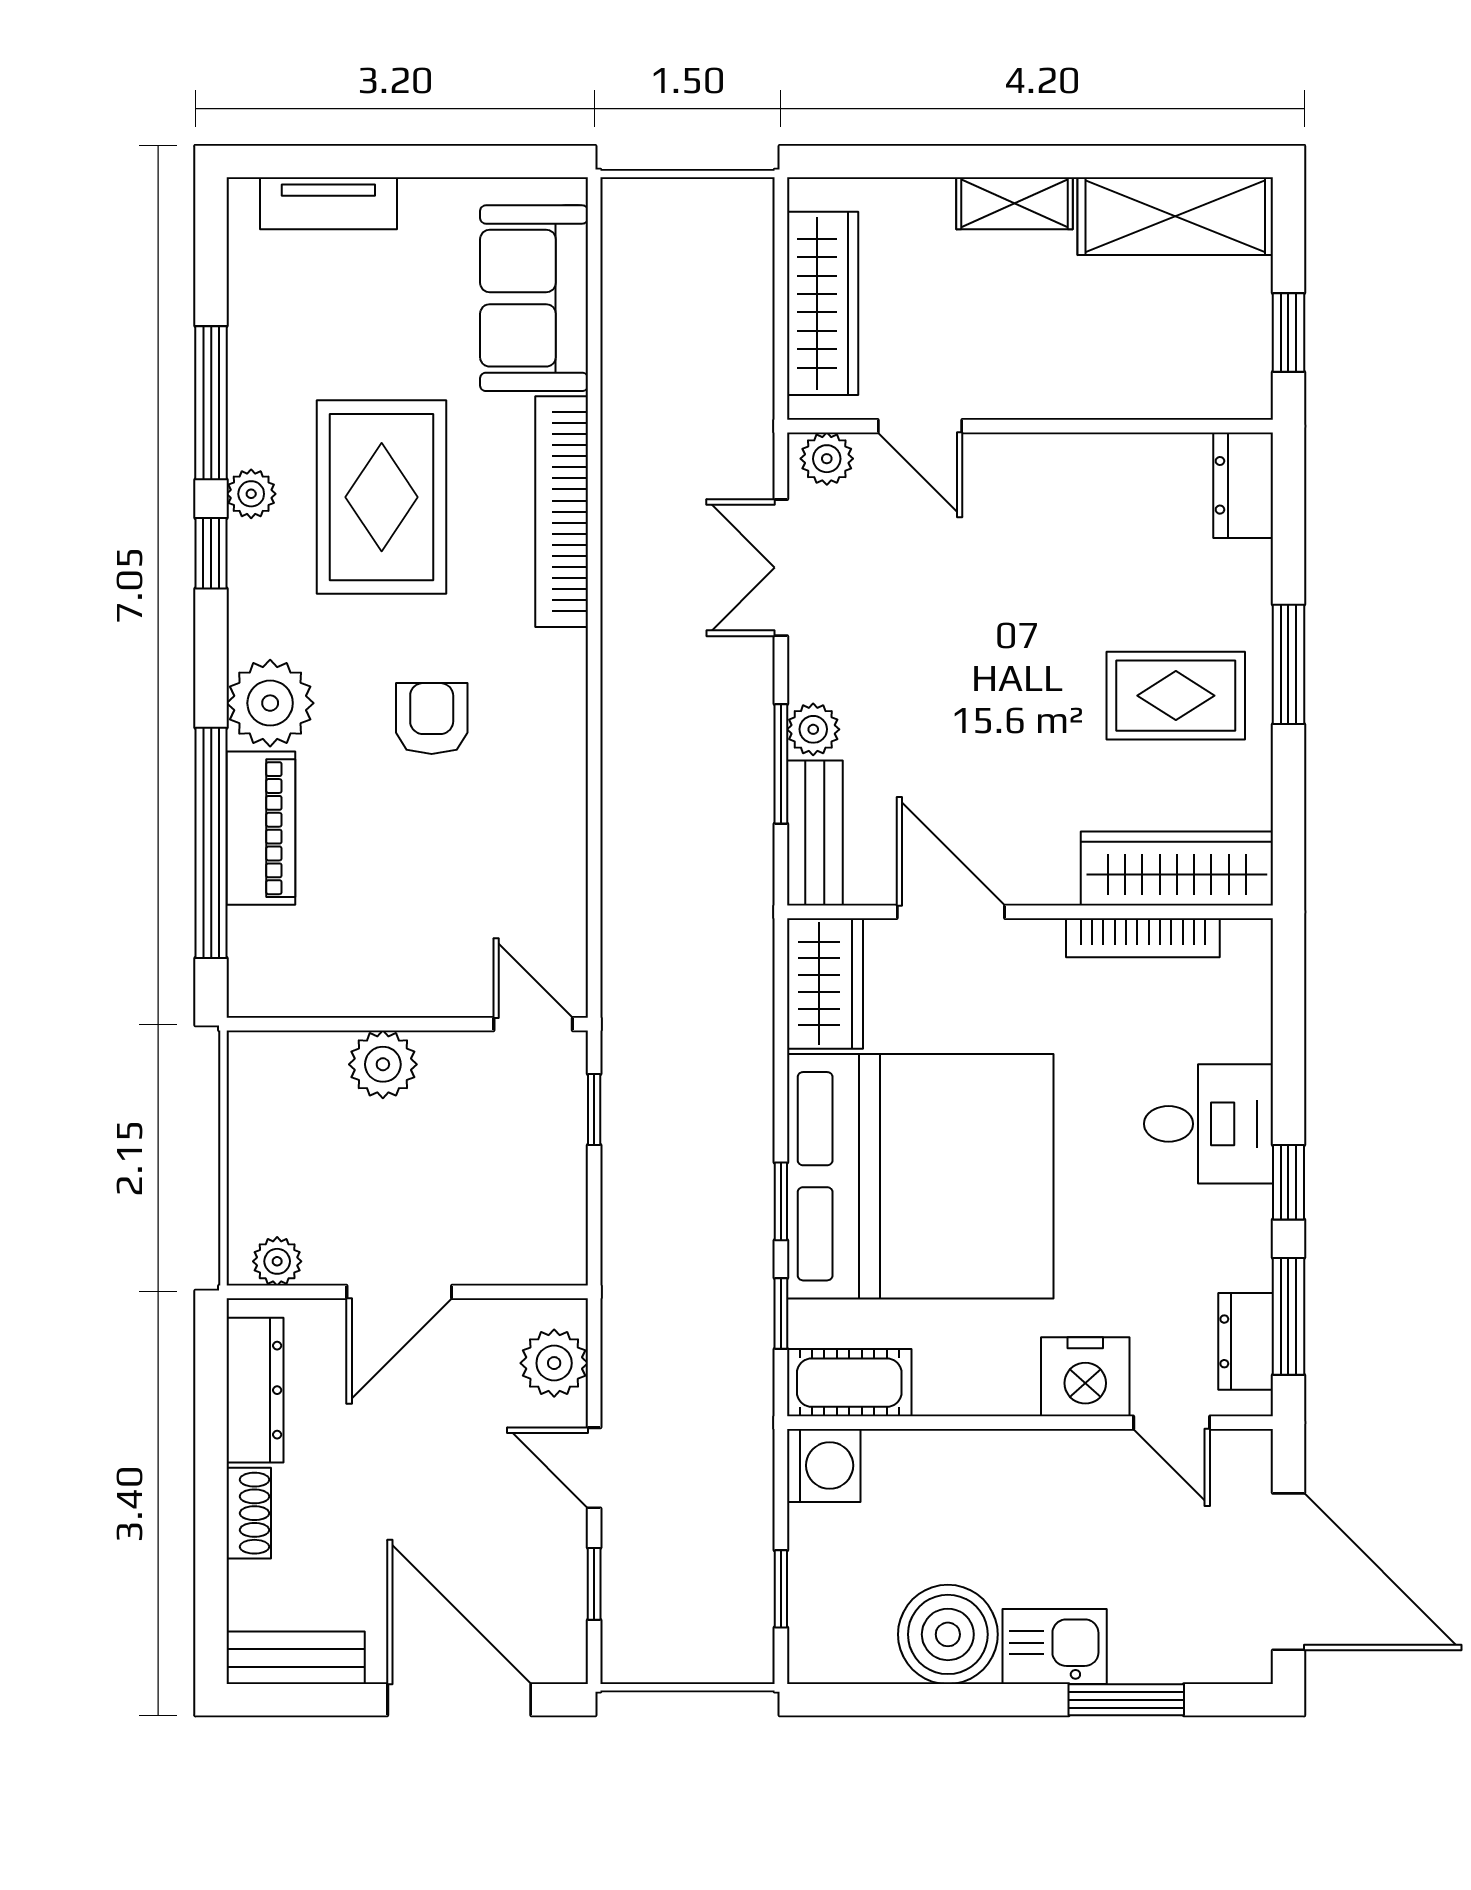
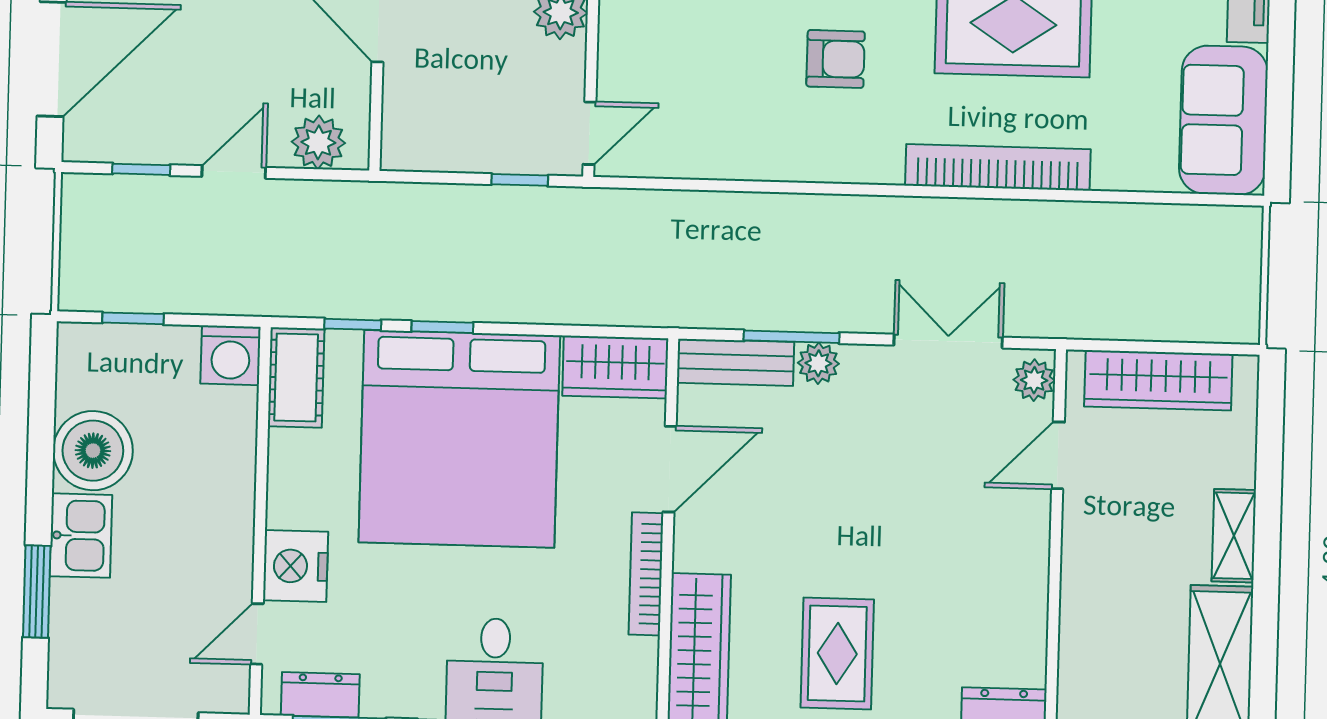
sofa: (534, 298) -> (1223, 120), moved, turned -90
bookcase: (1143, 938) -> (646, 574), moved

